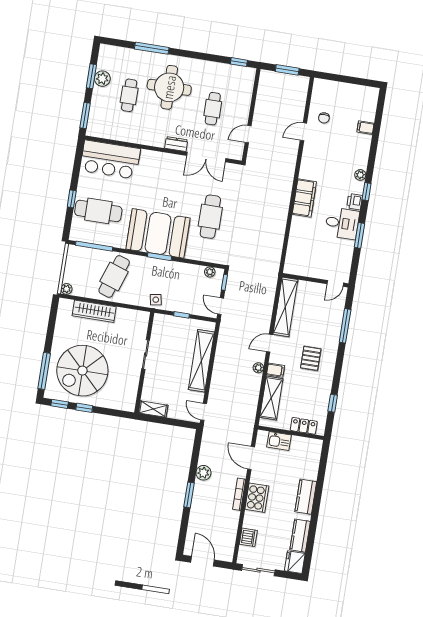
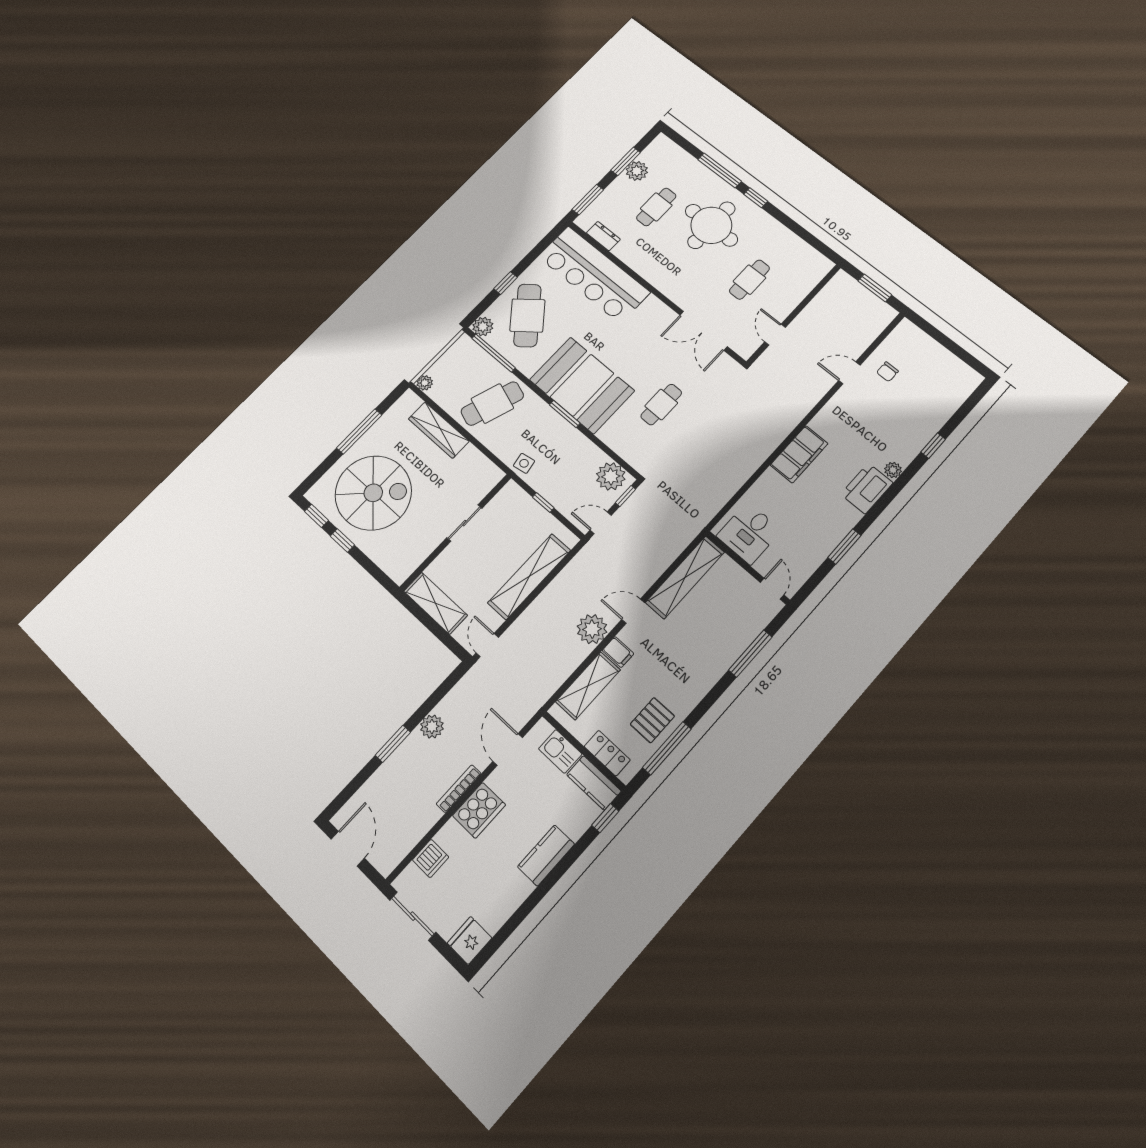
window: (239, 62) -> (756, 198), moved
filing cabinet: (365, 128) -> (936, 415), removed
door: (248, 134) -> (775, 335), hinge flipped
dresser: (176, 144) -> (603, 236), moved
bar counter: (110, 160) -> (594, 274), width x1.36
window: (367, 192) -> (933, 446), moved
printer: (355, 202) -> (867, 488), width x1.87, depth x1.48
cafe table: (98, 211) -> (527, 315), turned 51
cafe table: (210, 217) -> (661, 405), width x0.73, depth x0.74
desk: (342, 223) -> (749, 533), moved, turned 90
plant: (77, 234) -> (483, 327), added
plant: (210, 272) -> (611, 476), width x1.88, depth x1.88
door: (335, 283) -> (772, 589), swing flipped
door: (221, 306) -> (601, 523), hinge flipped
pallet: (311, 358) -> (652, 720), moved
plant: (258, 368) -> (592, 629), width x1.87, depth x1.87
window: (44, 371) -> (359, 431), moved
spiral stairs: (82, 371) -> (373, 493), turned 180
window: (333, 403) -> (667, 748), width x2.17
shelving: (153, 409) -> (436, 603), width x1.50, depth x1.33
window: (324, 459) -> (605, 818), added
kitchen counter: (300, 536) -> (594, 783), moved, turned -90

